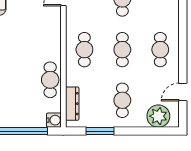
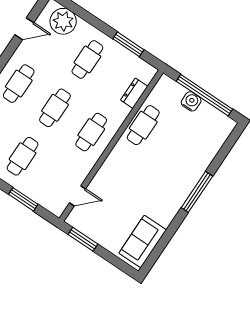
dresser: (72, 104) -> (134, 93), width x0.70
water cooler: (54, 120) -> (191, 101), moved, turned 90

